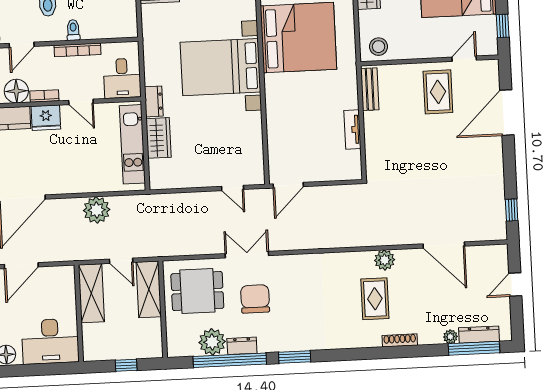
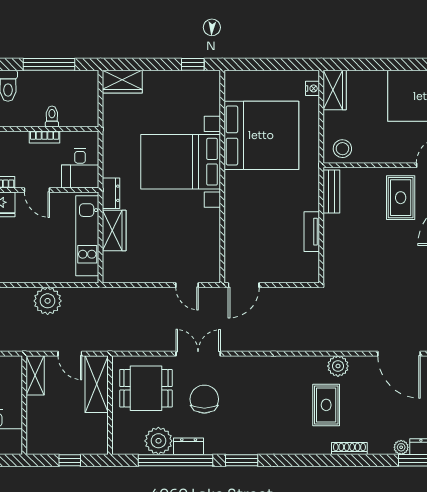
toilet: (73, 30) -> (52, 117), moved
bookcase: (78, 50) -> (45, 137), width x0.64
shelving: (91, 293) -> (35, 375), width x0.67, depth x0.75

